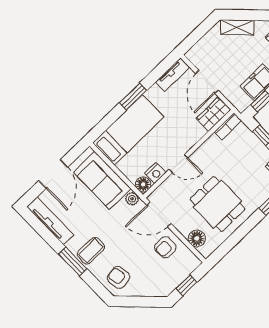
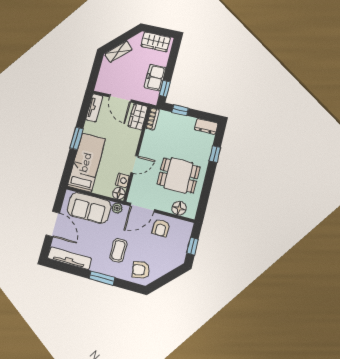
coffee table: (91, 251) -> (118, 250), moved

